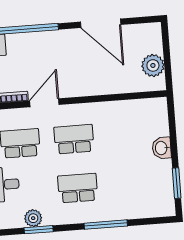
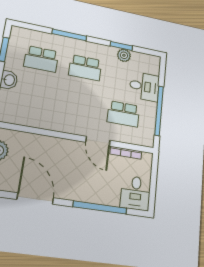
door: (44, 103) -> (98, 141), hinge flipped
school desk: (74, 139) -> (41, 59), moved

